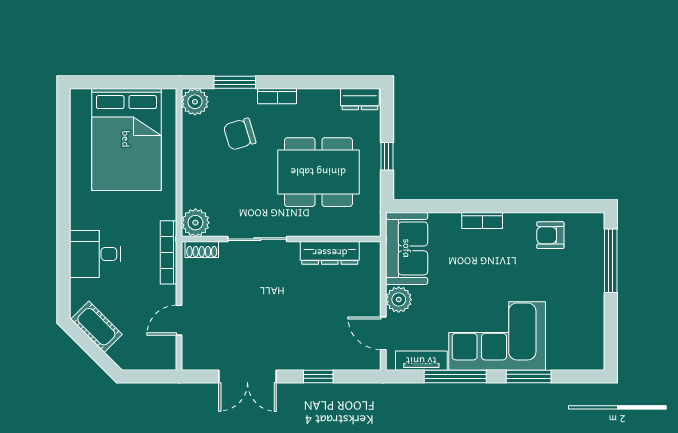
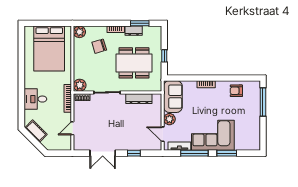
window: (235, 82) -> (140, 23), moved
dresser: (360, 99) -> (134, 31), moved

